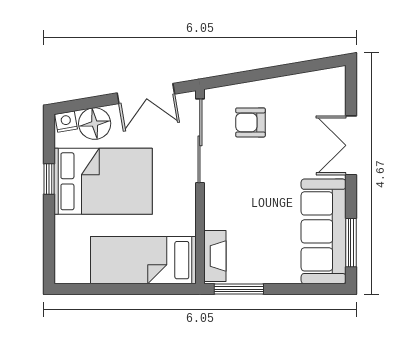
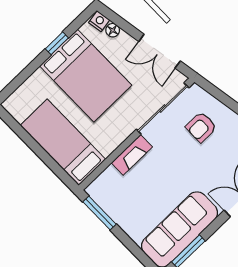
armchair: (250, 122) -> (201, 127), turned -90
floor lamp: (95, 124) -> (113, 30), width x0.53, depth x0.53
fireplace: (215, 256) -> (132, 155), moved

